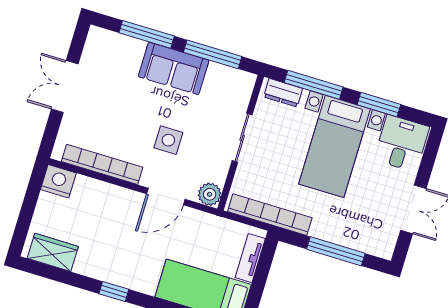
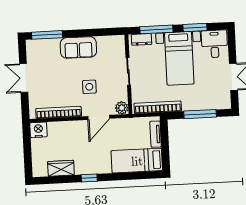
window: (147, 34) -> (47, 35), moved
window: (213, 54) -> (97, 32), removed
wardrobe: (53, 252) -> (61, 168), moved

